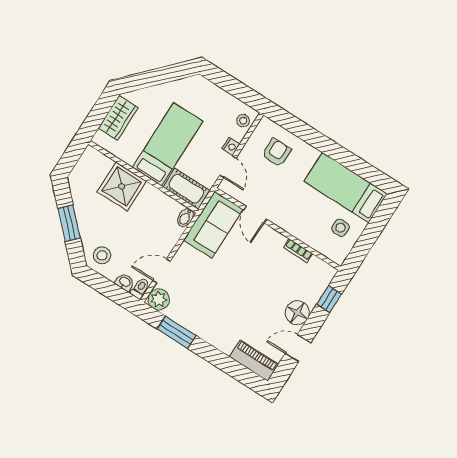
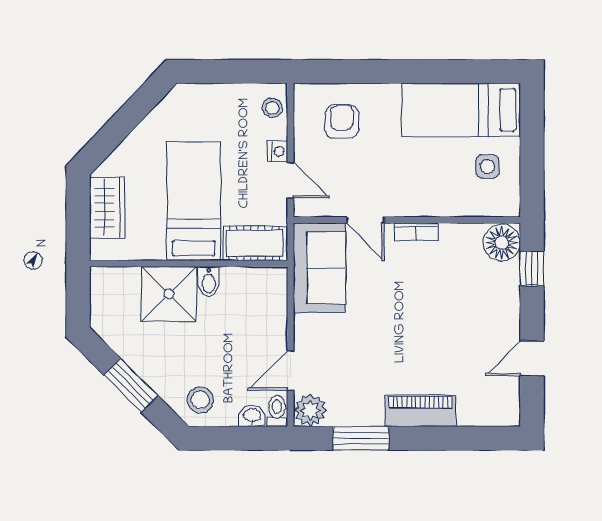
bidet: (185, 217) -> (209, 282), moved
bookcase: (298, 251) -> (416, 232), moved
floor lamp: (297, 313) -> (502, 243), moved
piano: (254, 361) -> (420, 411), moved

